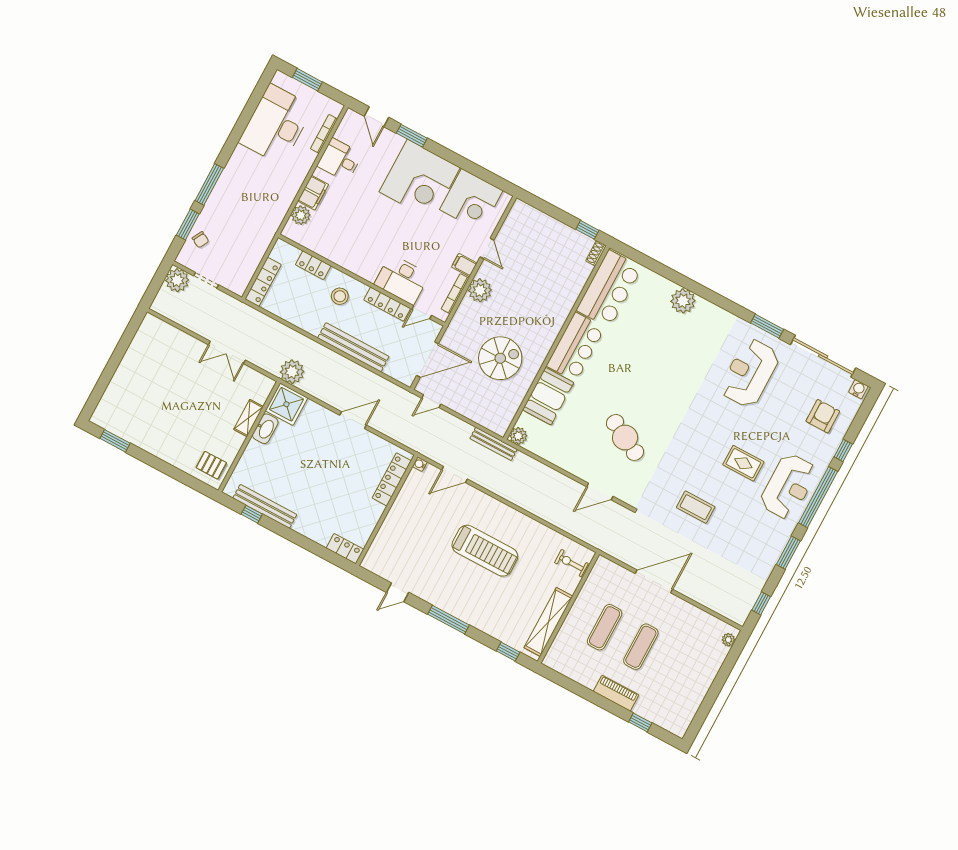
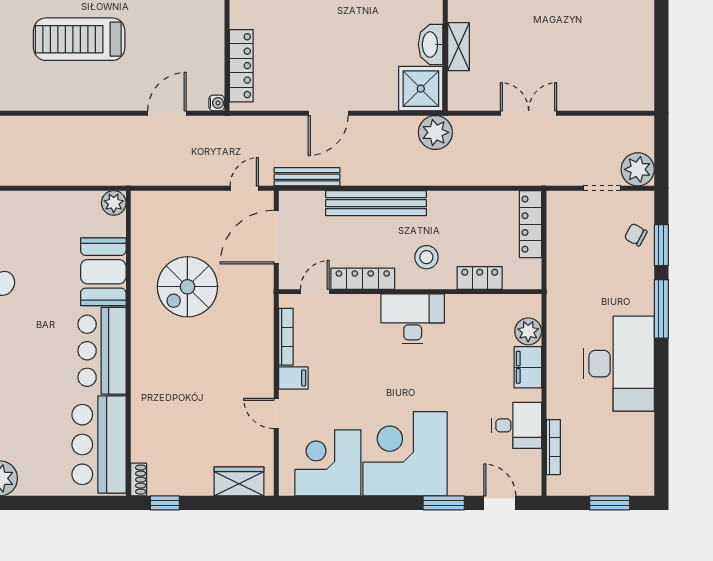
desk: (276, 124) -> (619, 364), moved
wardrobe: (533, 218) -> (239, 481), added
desk: (402, 279) -> (413, 319), moved
plant: (480, 290) -> (257, 357), removed
bench: (494, 444) -> (307, 177), moved

